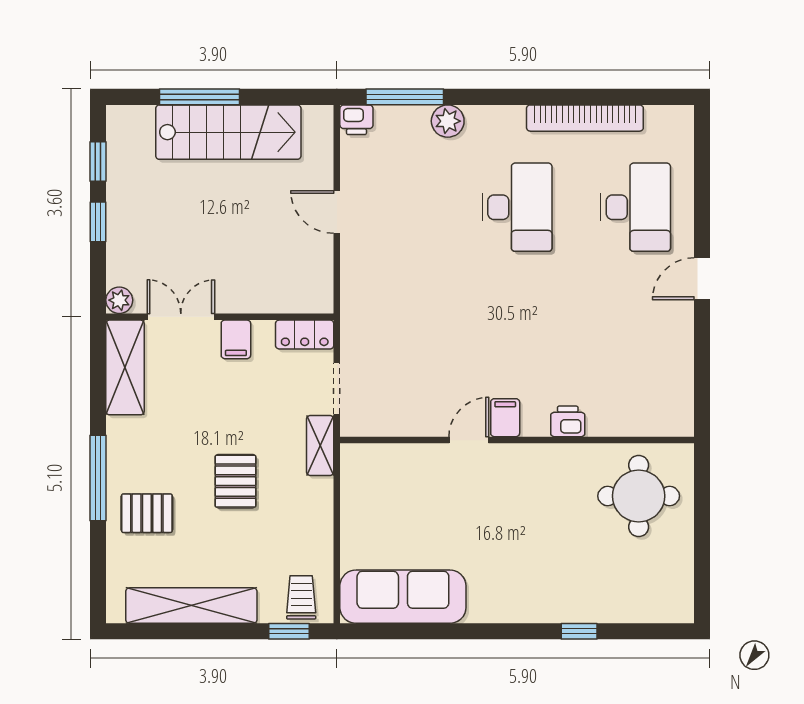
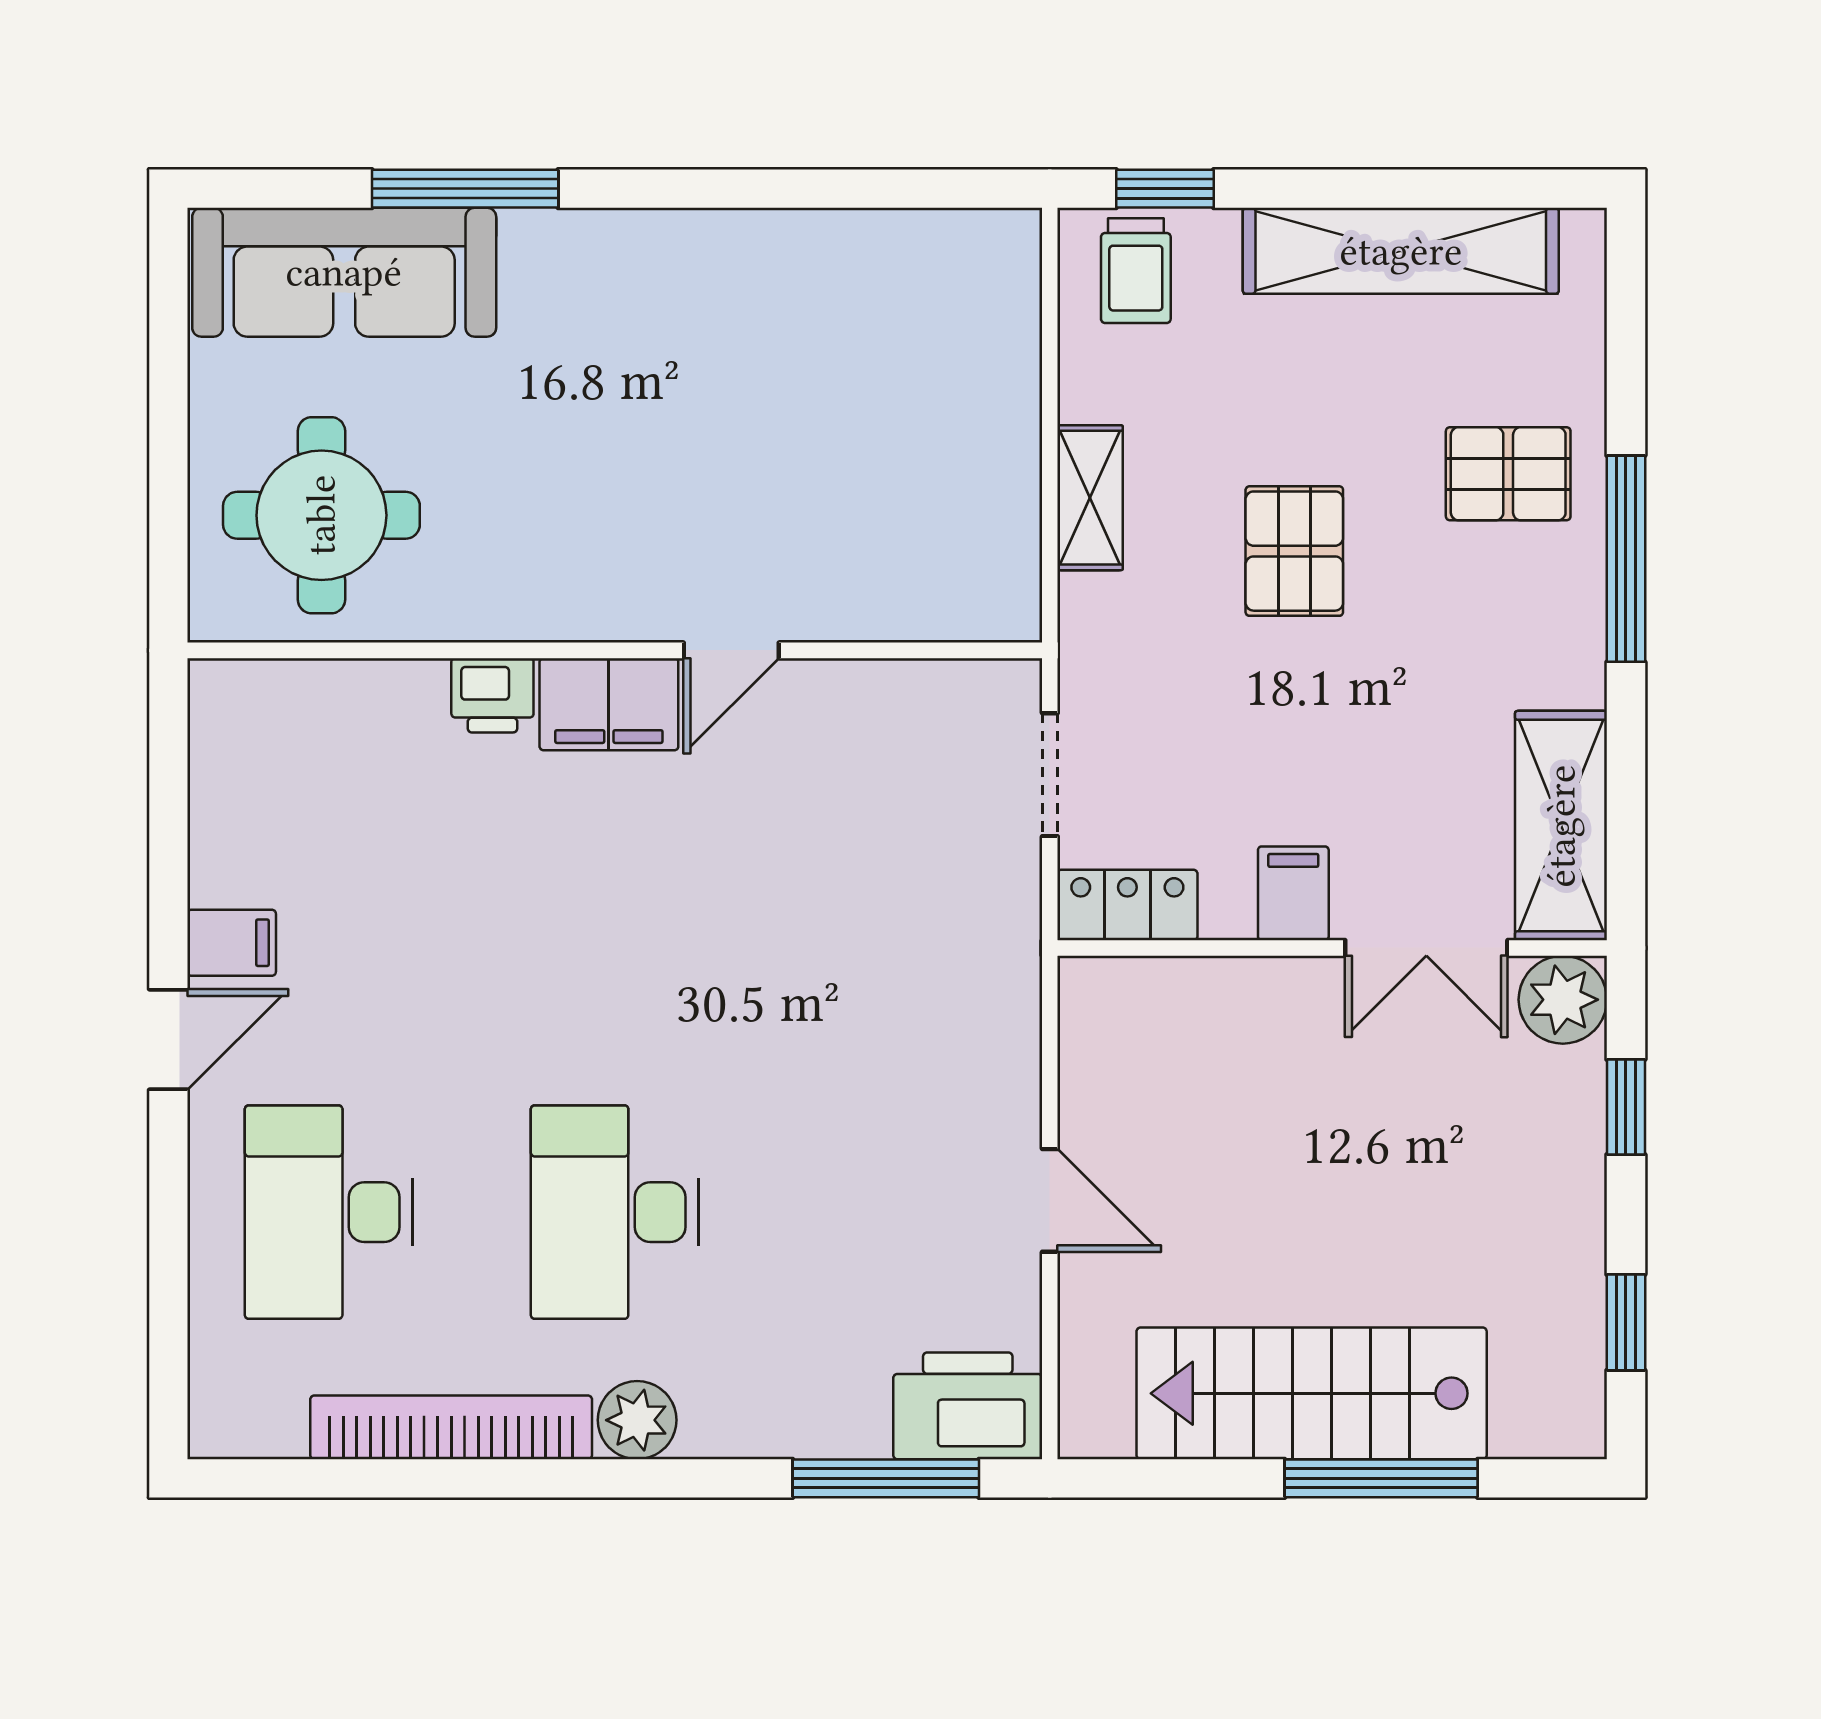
printer: (356, 120) -> (968, 1406), width x1.87, depth x1.48
plant: (448, 121) -> (637, 1420), moved
window: (98, 222) -> (1626, 1107), moved
plant: (119, 300) -> (1563, 1000), width x1.38, depth x1.38
filing cabinet: (676, 319) -> (232, 943), added
filing cabinet: (505, 418) -> (609, 704), width x2.00
shelving: (320, 445) -> (1090, 498), moved
sofa: (403, 597) -> (344, 272), moved
window: (579, 631) -> (465, 189), width x2.17

